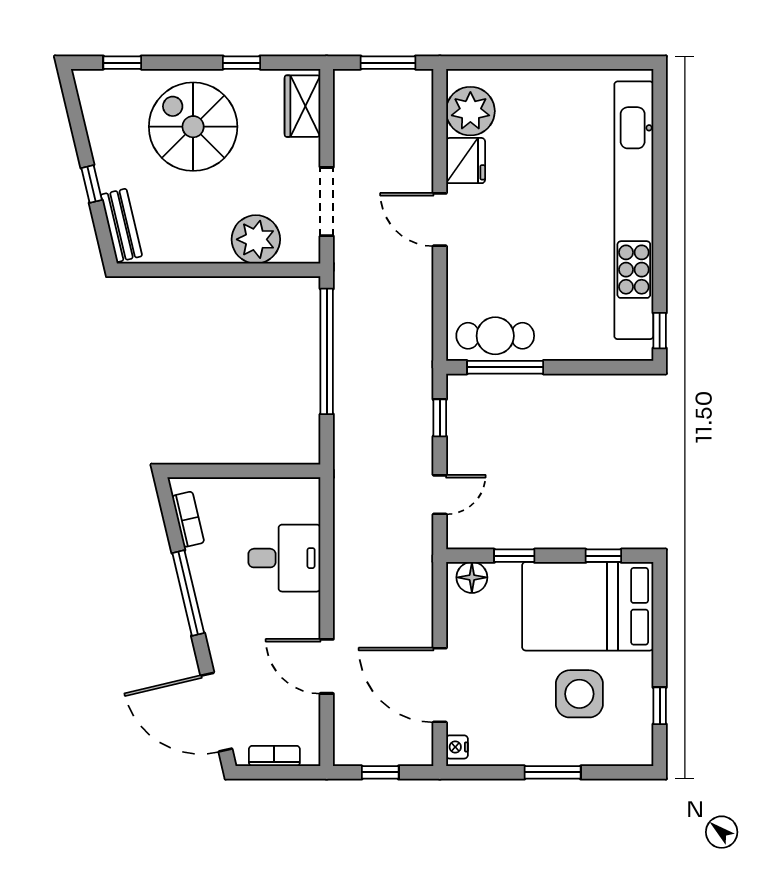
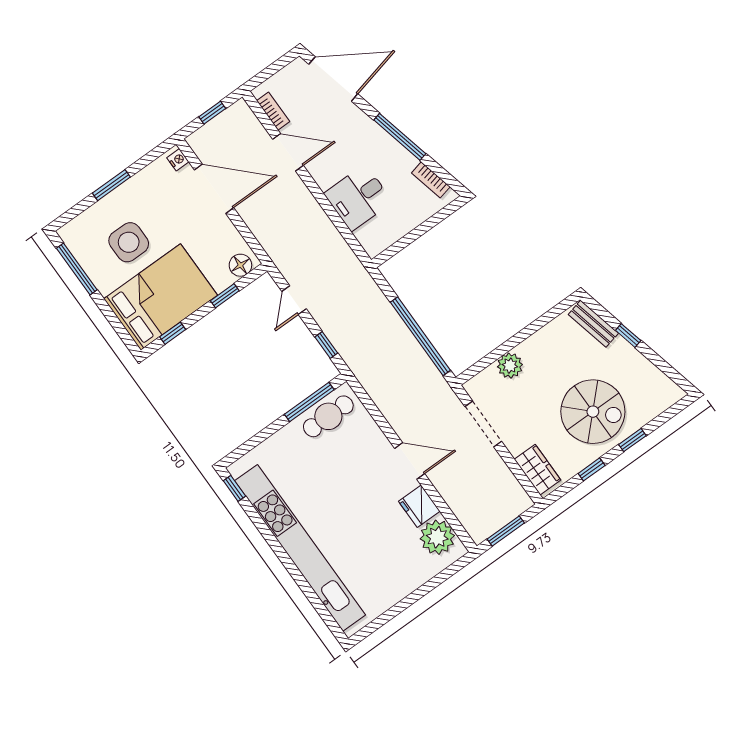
window: (122, 63) -> (632, 440), moved
plant: (256, 239) -> (510, 366), width x0.73, depth x0.73
window: (660, 706) -> (77, 269), width x2.17
bookcase: (274, 756) -> (273, 111), moved, turned -90

